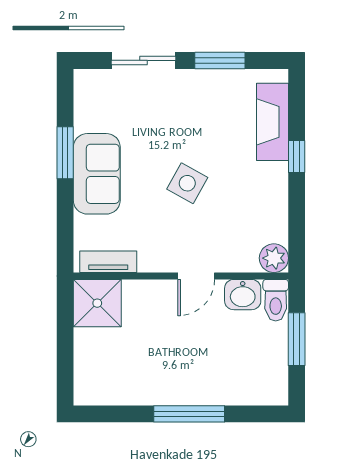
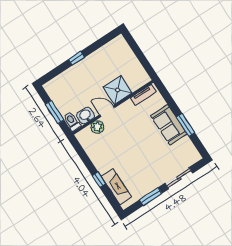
side table: (187, 183) -> (133, 143), removed
plant: (274, 258) -> (97, 127), moved
door: (196, 276) -> (107, 111), hinge flipped
shower: (97, 303) -> (118, 90), moved
window: (189, 414) -> (76, 58), width x0.46

